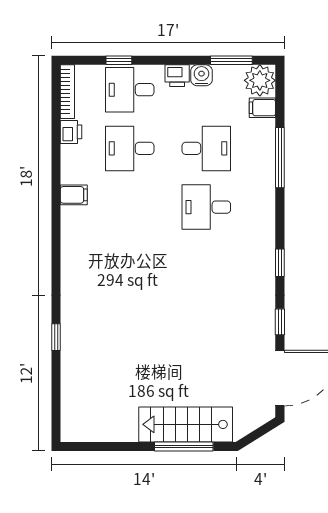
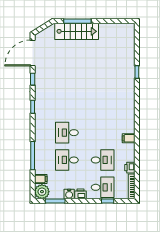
desk: (206, 207) -> (67, 133), turned 180

